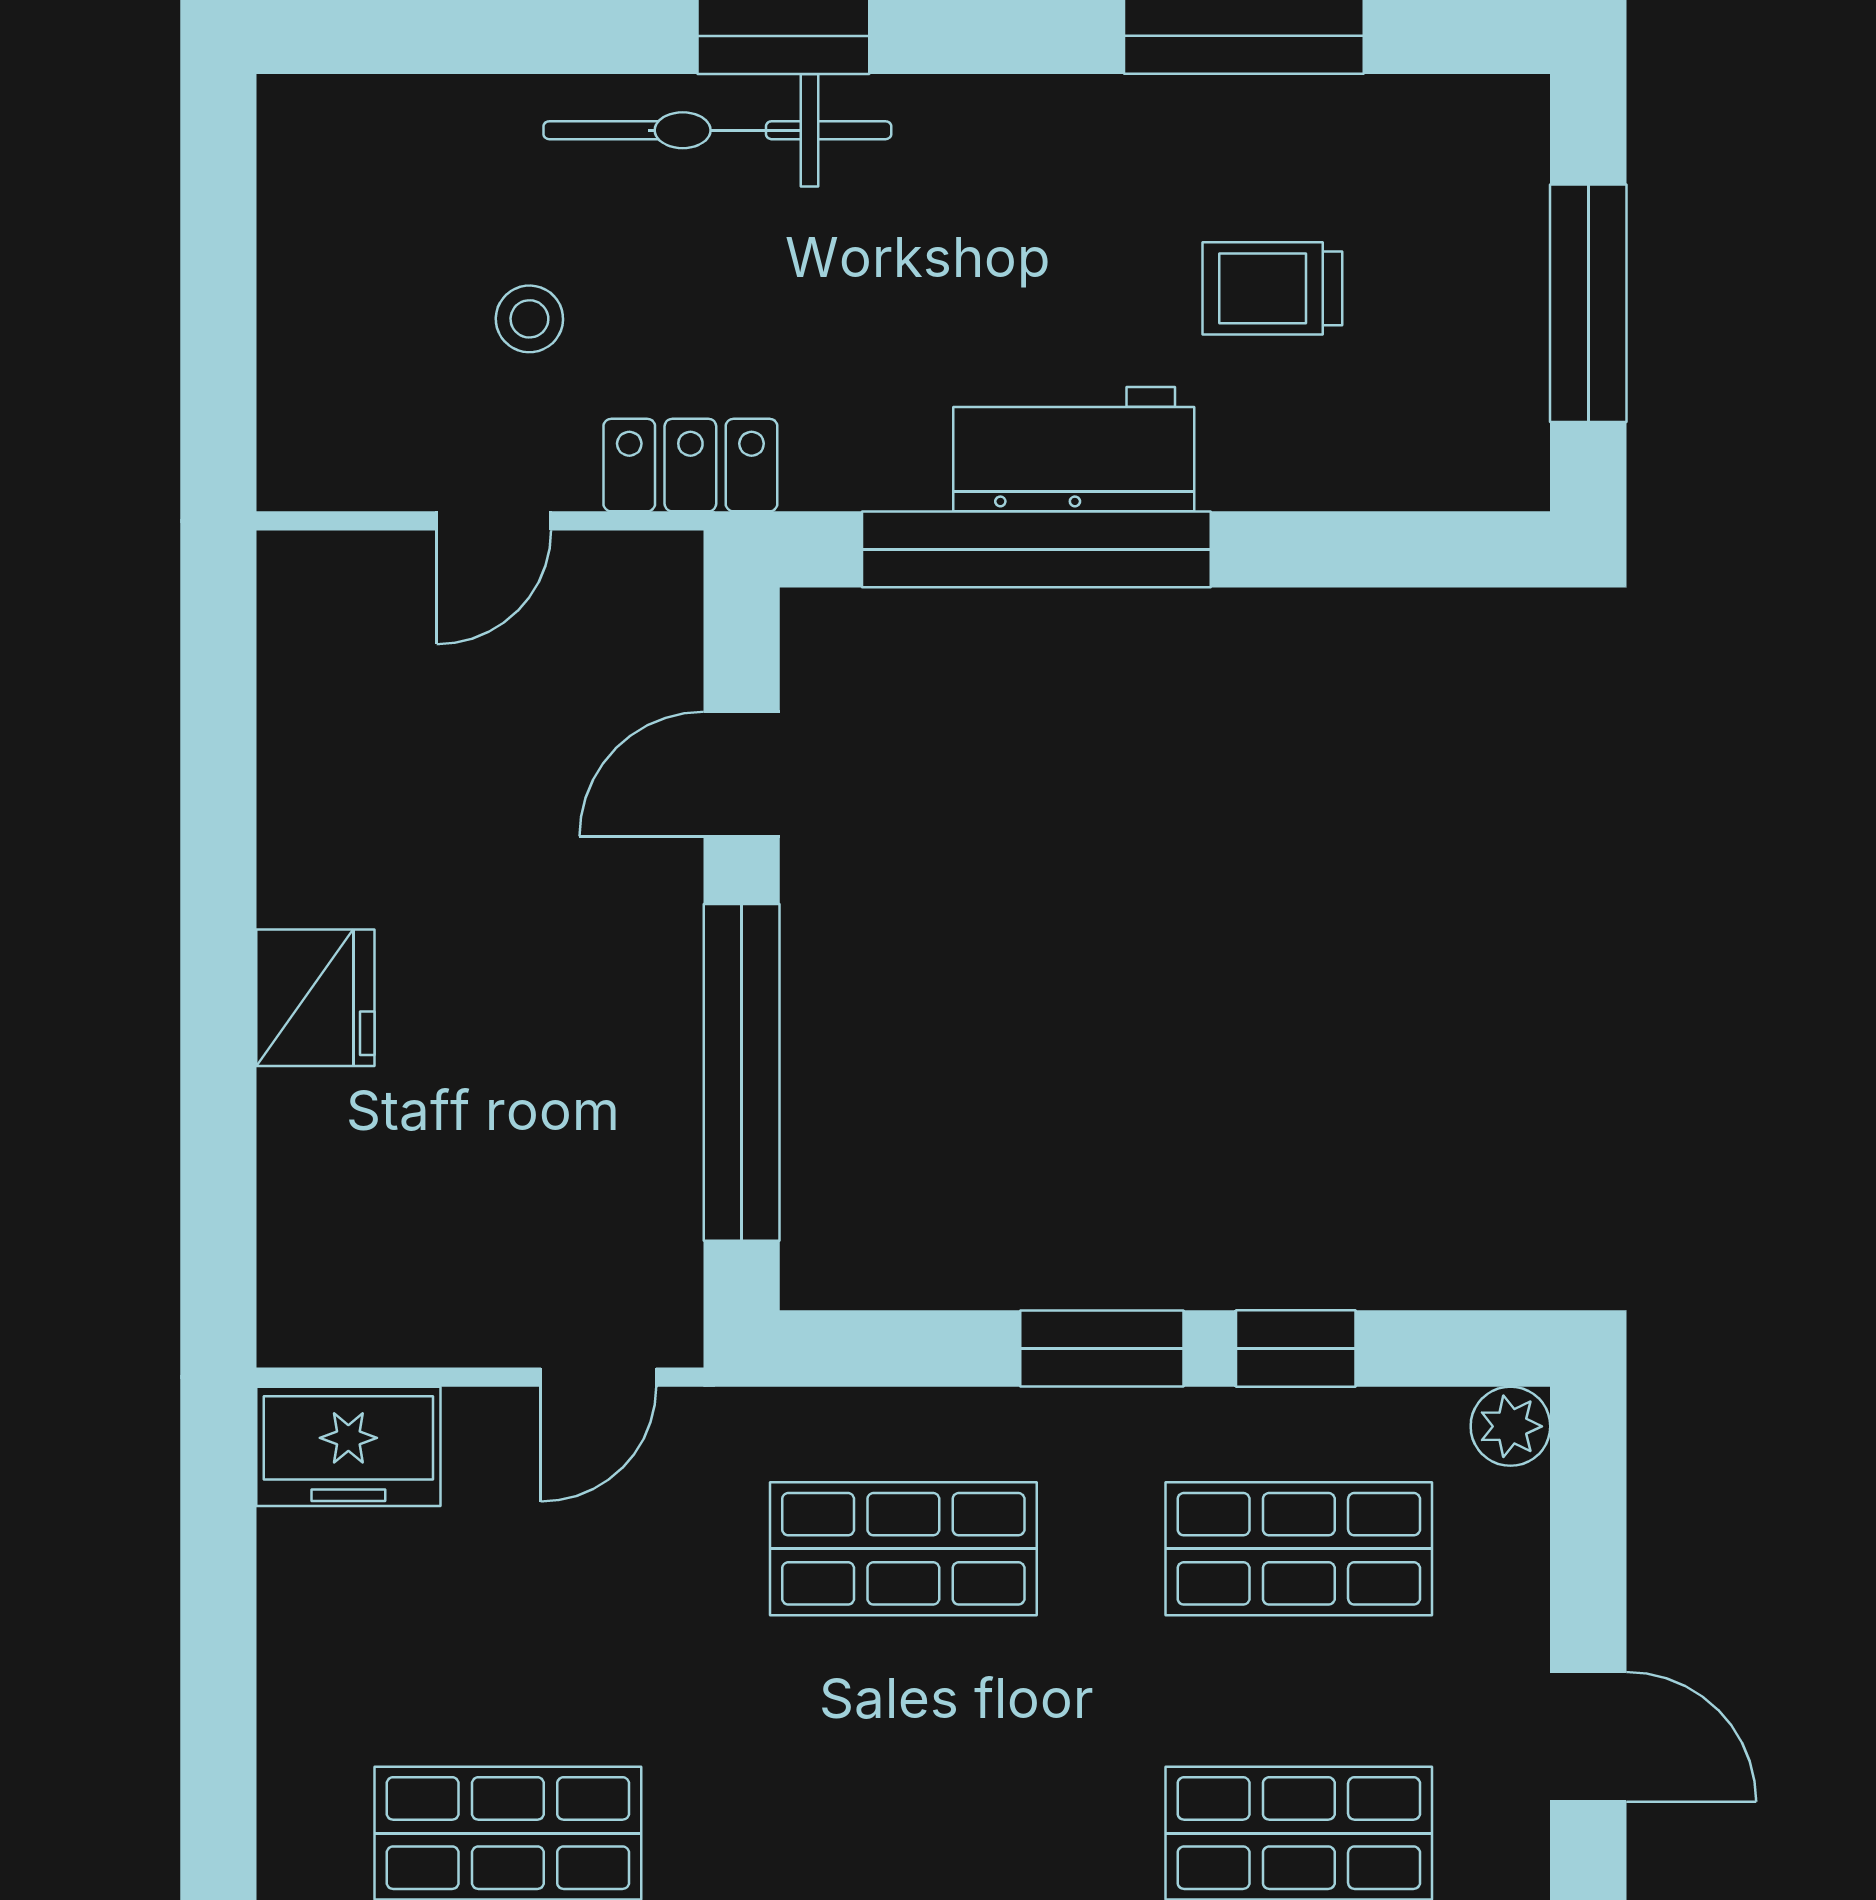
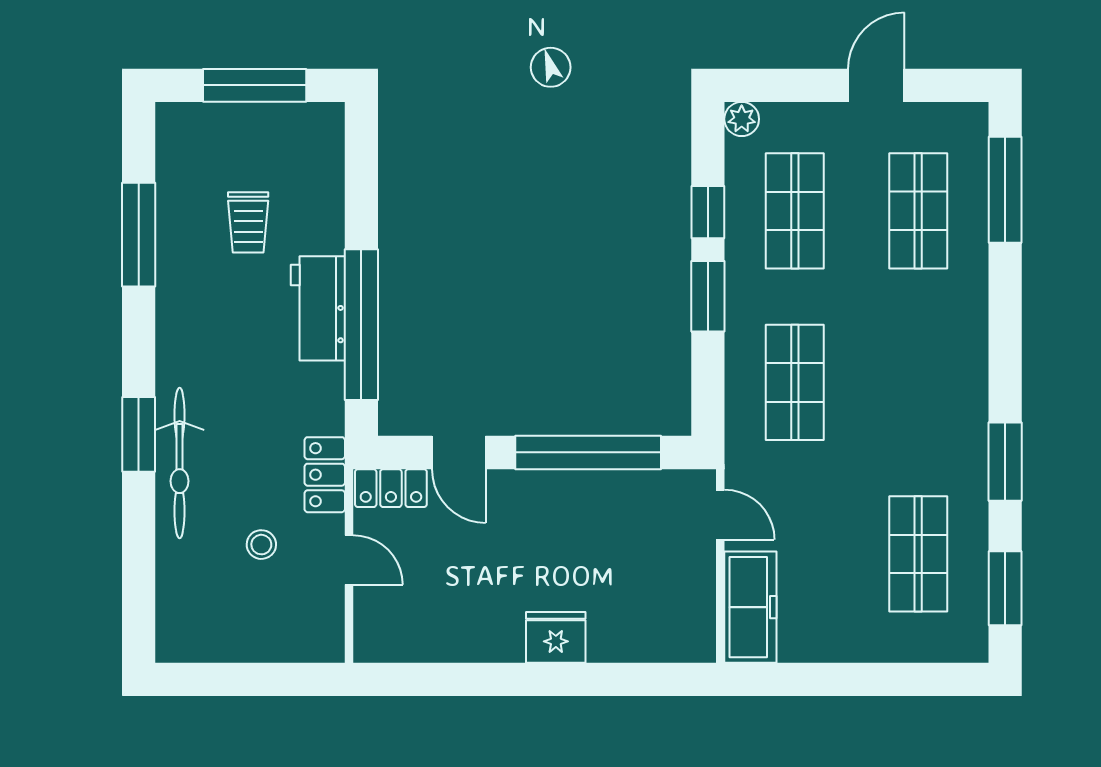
locker: (660, 618) -> (391, 488), added
freezer: (348, 1446) -> (750, 607), width x1.40

